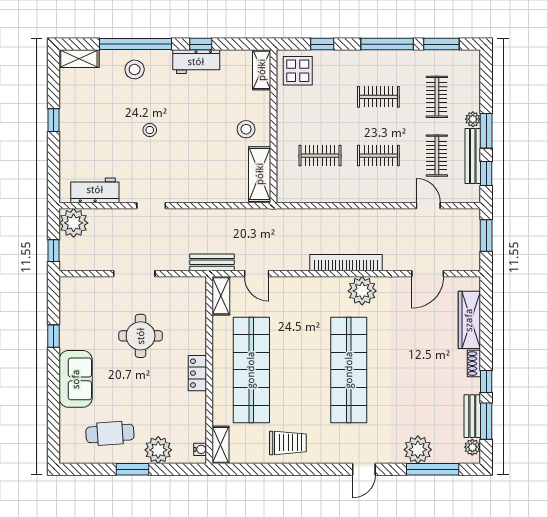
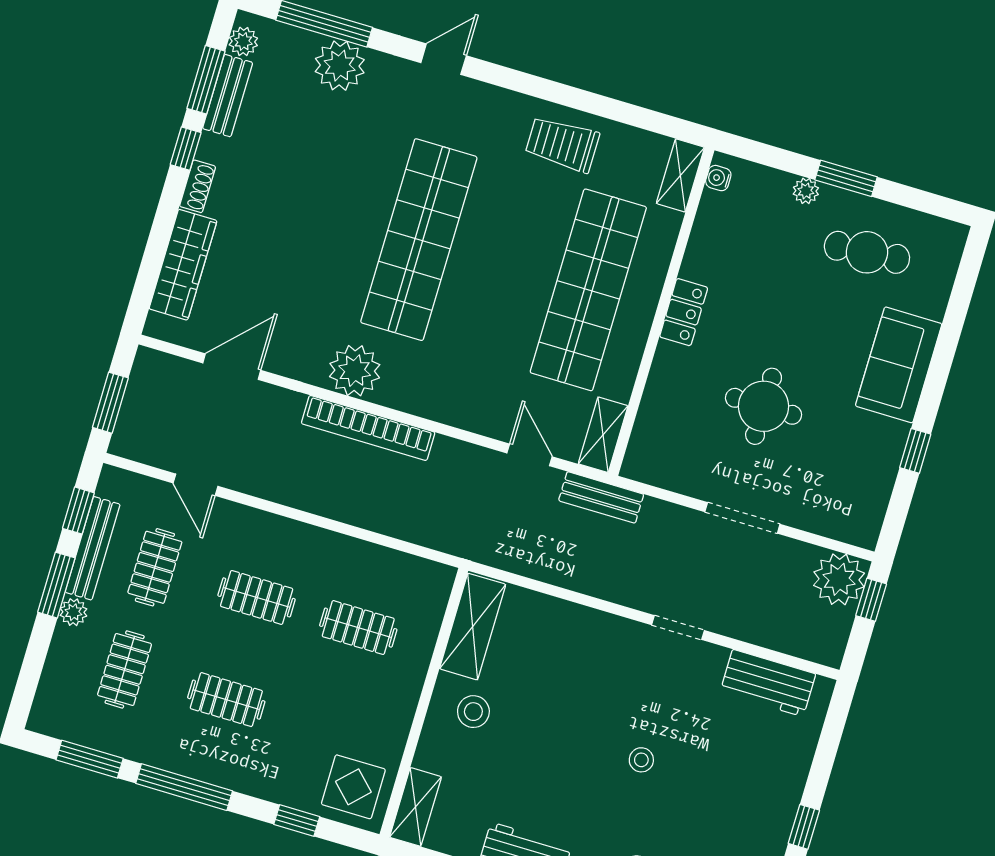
plant: (74, 223) -> (839, 579), moved
plant: (158, 450) -> (806, 191), width x0.53, depth x0.53

